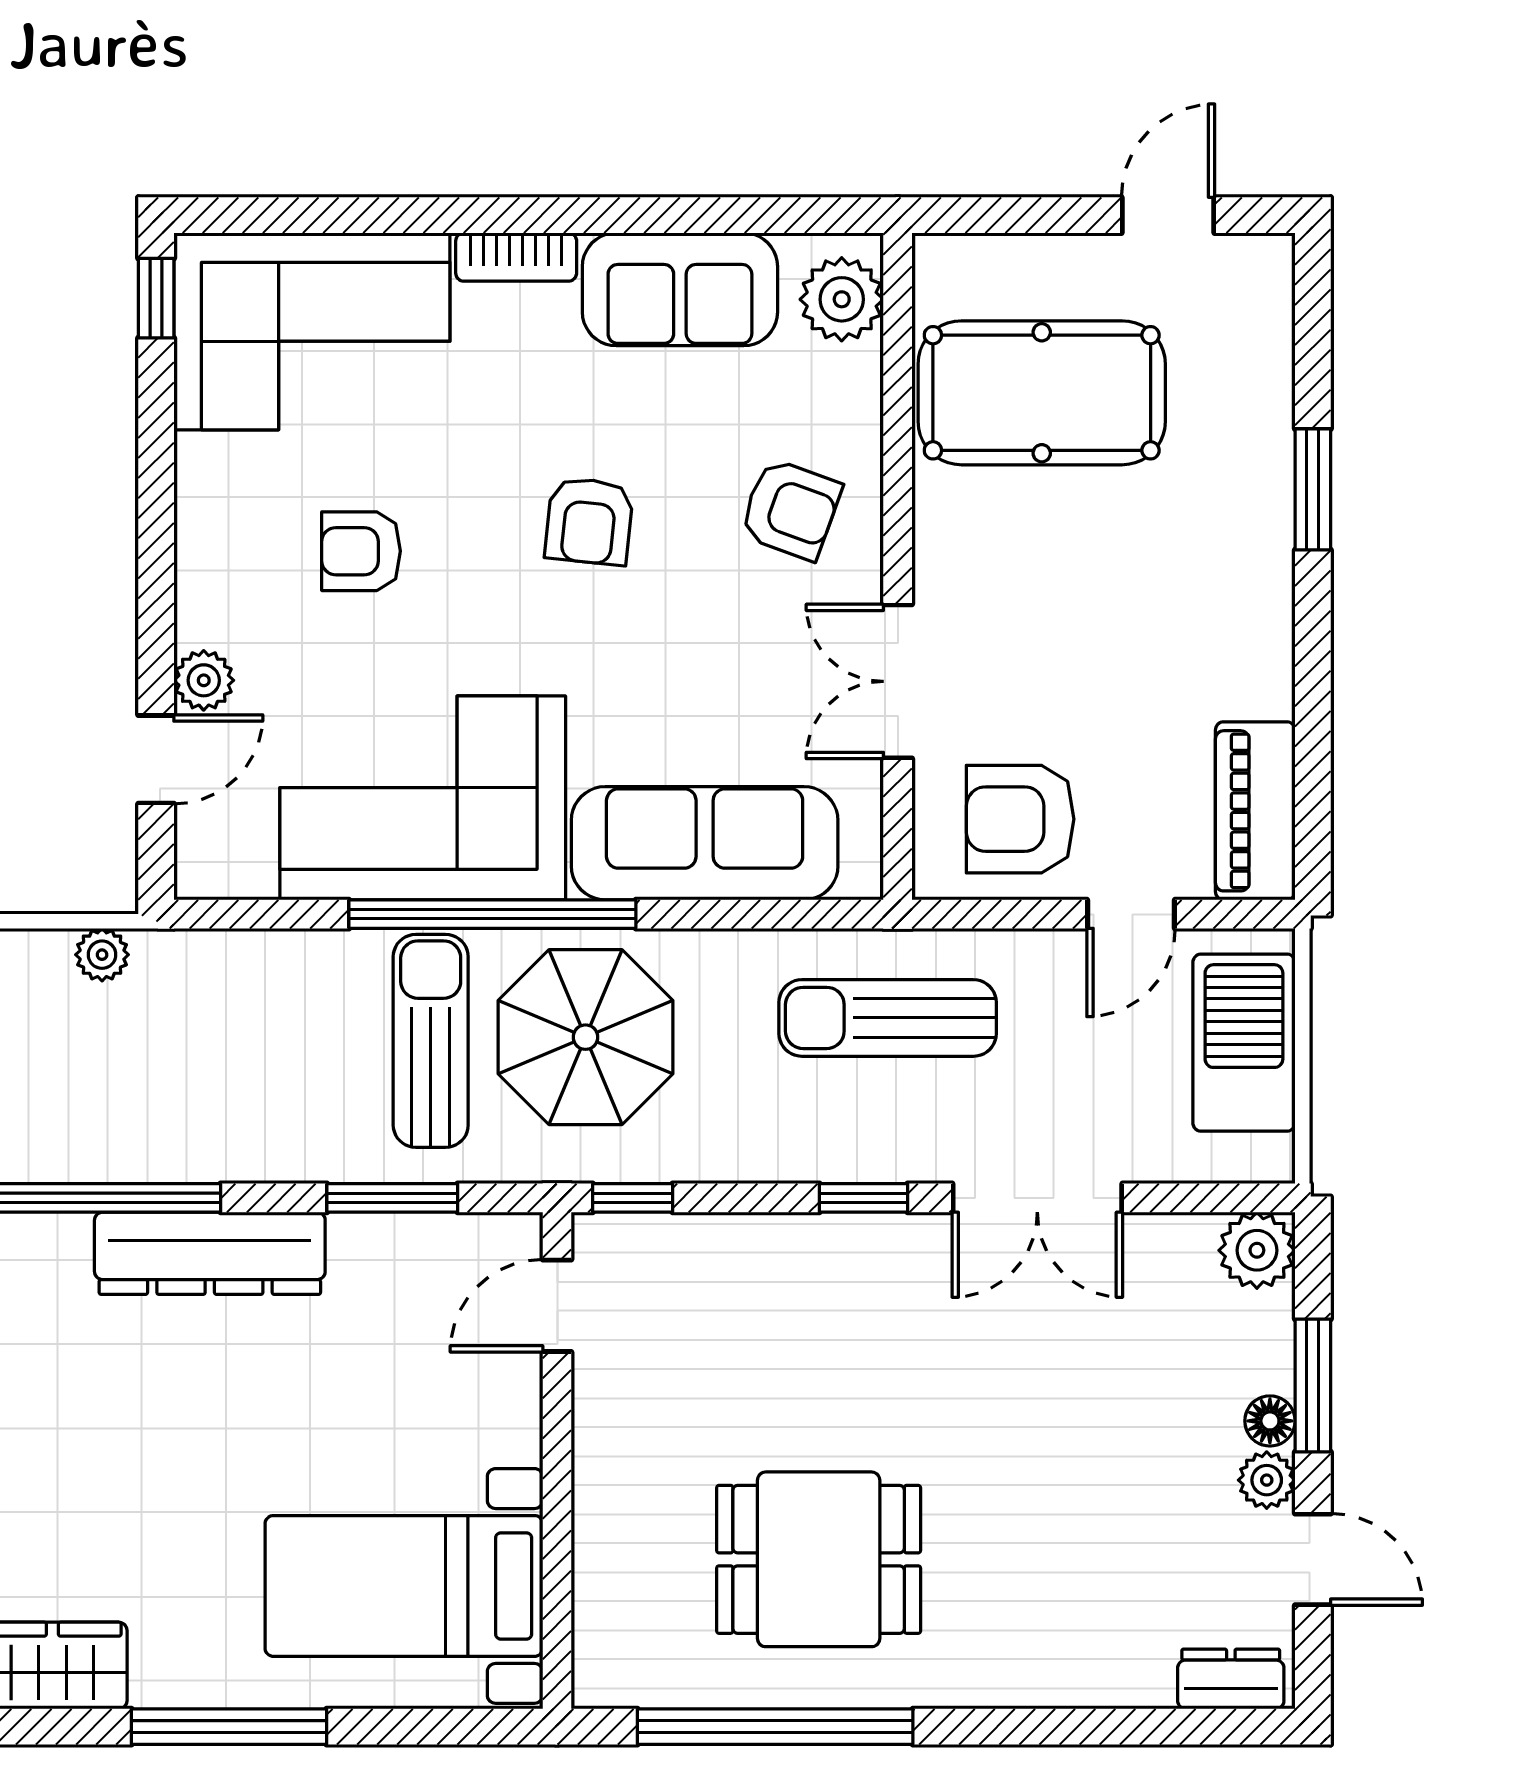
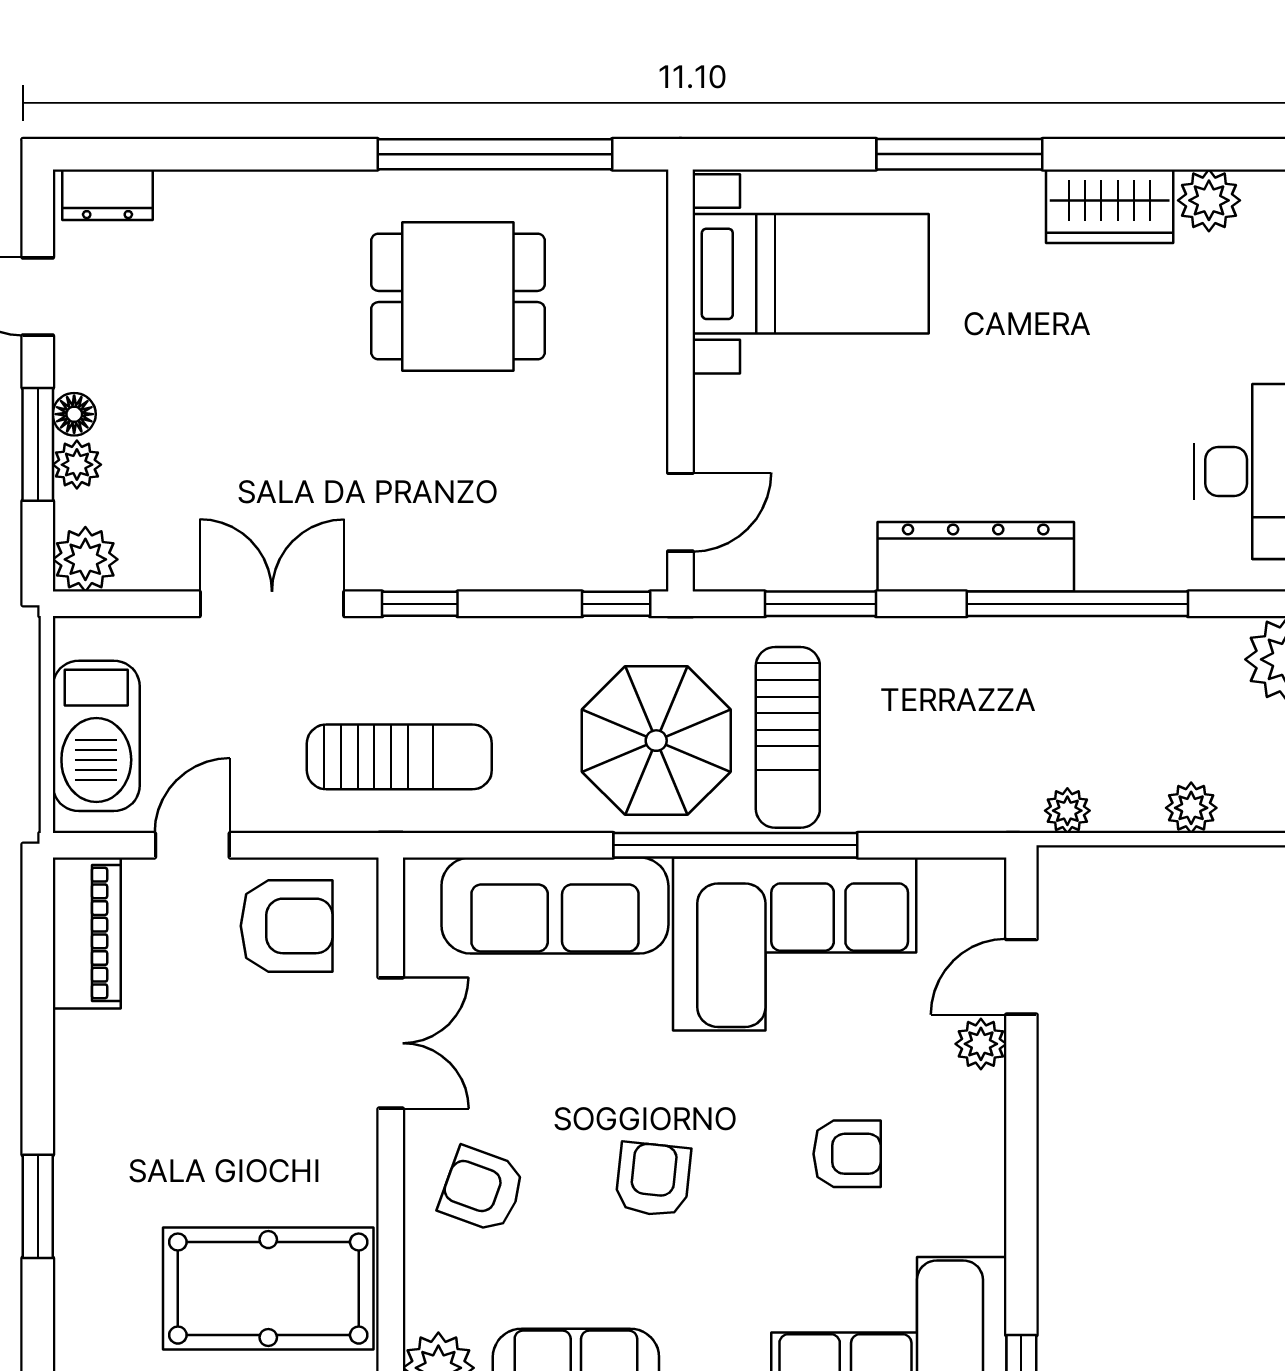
plant: (1267, 1480) -> (77, 465), moved

